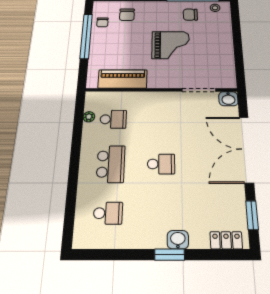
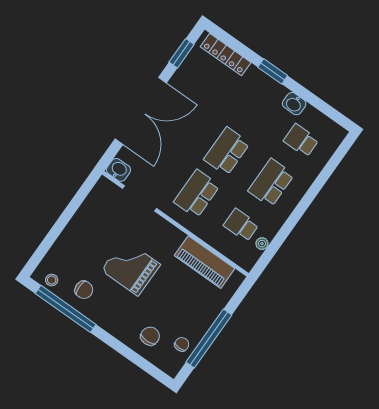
school desk: (161, 119) -> (197, 194), added
school desk: (161, 164) -> (227, 151), width x1.85
washbasin: (178, 240) -> (294, 104), moved
locker: (226, 240) -> (226, 55), width x1.53

